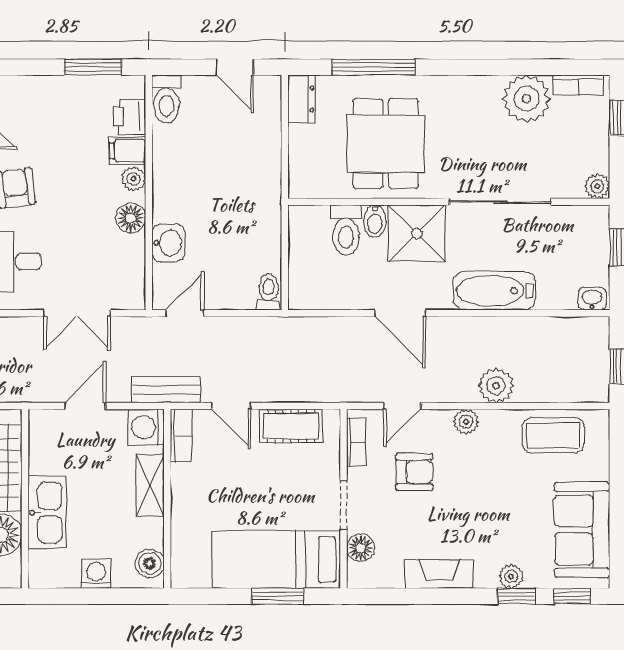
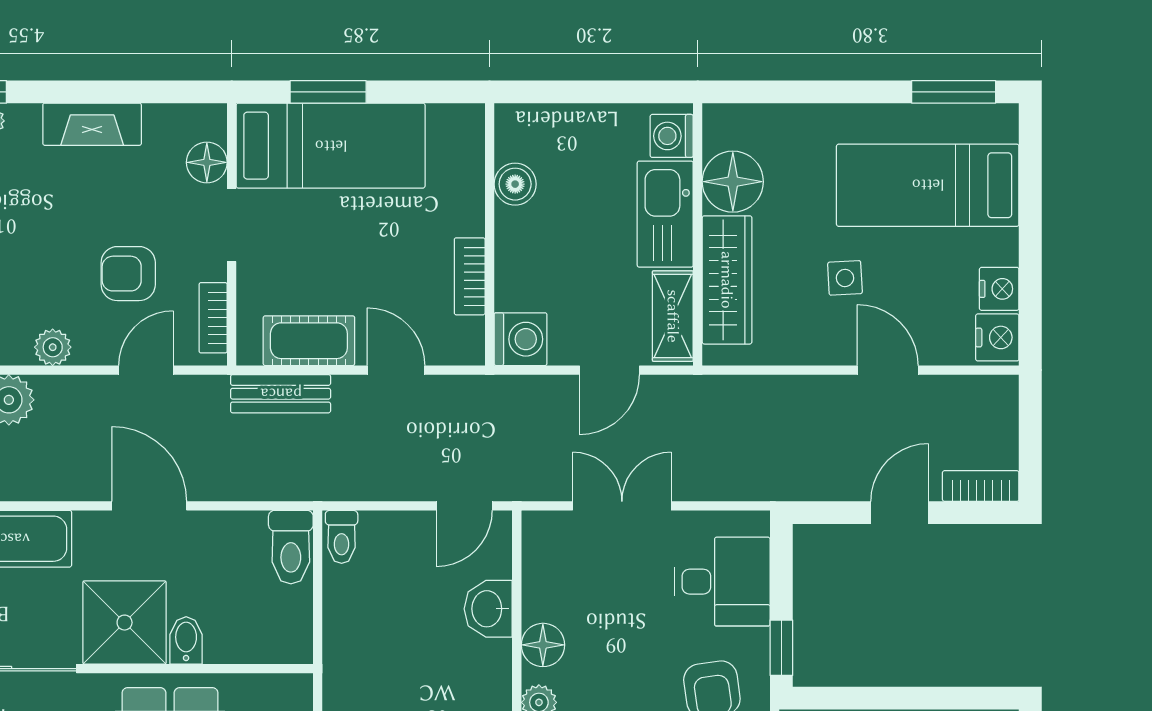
toilet: (346, 230) -> (291, 547), moved, turned 180
bench: (166, 390) -> (281, 394), moved
bookcase: (181, 435) -> (470, 276), moved
shelving: (150, 485) -> (673, 316), moved
boiler: (150, 563) -> (515, 184), moved
washing machine: (96, 574) -> (672, 136), moved, turned 90

